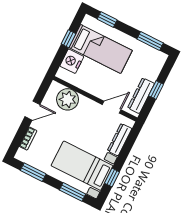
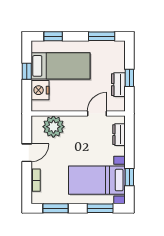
dresser: (141, 96) -> (118, 85), width x0.70
dresser: (120, 140) -> (119, 135), width x0.70

